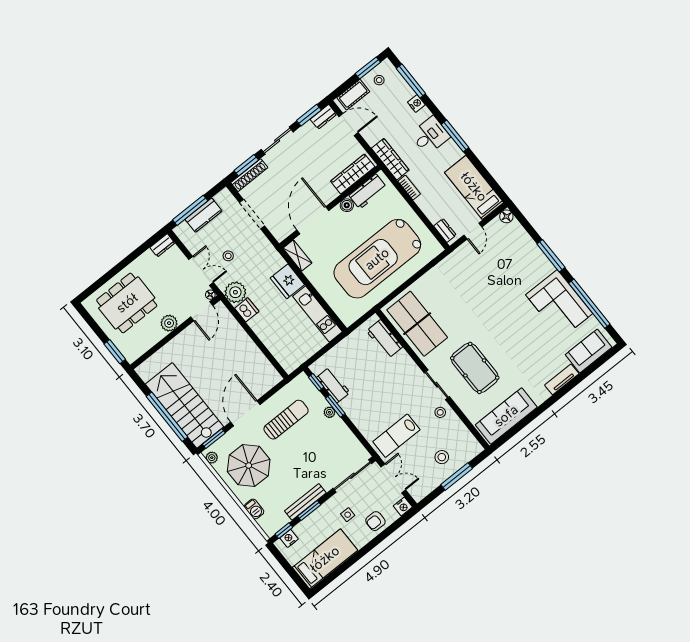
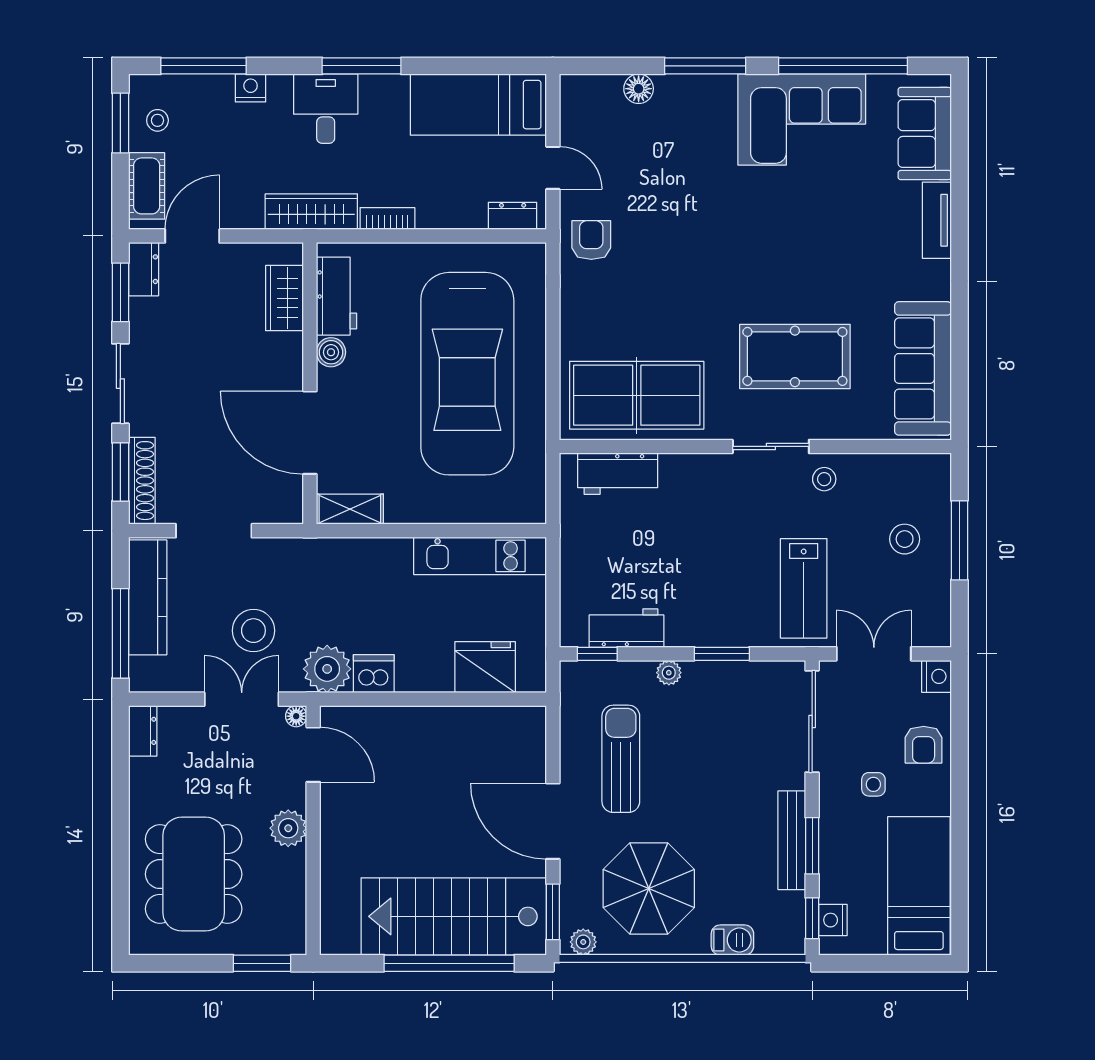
wardrobe: (353, 174) -> (285, 298), width x0.67
kitchen counter: (204, 215) -> (148, 597), width x1.50
floor lamp: (506, 216) -> (639, 89), moved
stool: (228, 256) -> (253, 631), width x1.89, depth x1.89
armchair: (458, 265) -> (591, 240), added
fridge: (287, 281) -> (485, 667), moved, turned 180
window: (335, 406) -> (722, 654), moved

